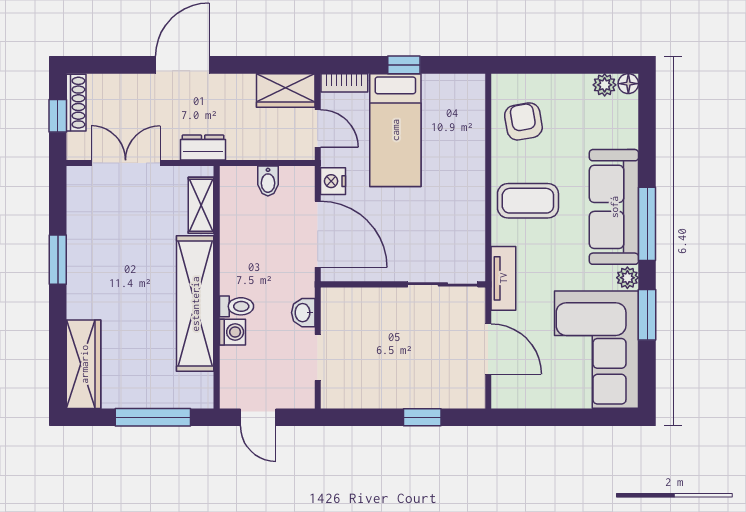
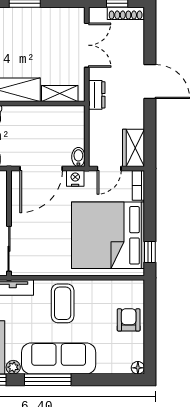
window: (404, 65) -> (150, 252), moved
plant: (605, 85) -> (137, 353), removed
armchair: (523, 121) -> (129, 320), moved, turned -80
bed: (395, 130) -> (108, 235), width x2.04
bidet: (268, 181) -> (78, 157), moved, turned 90

